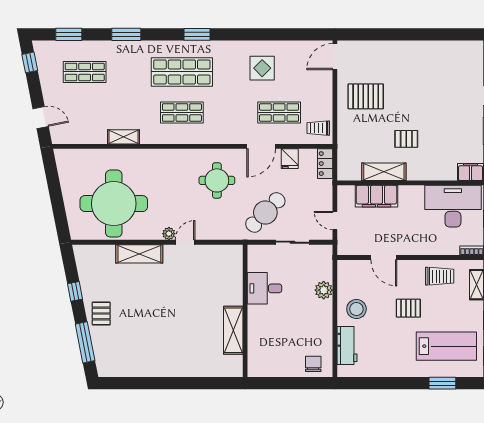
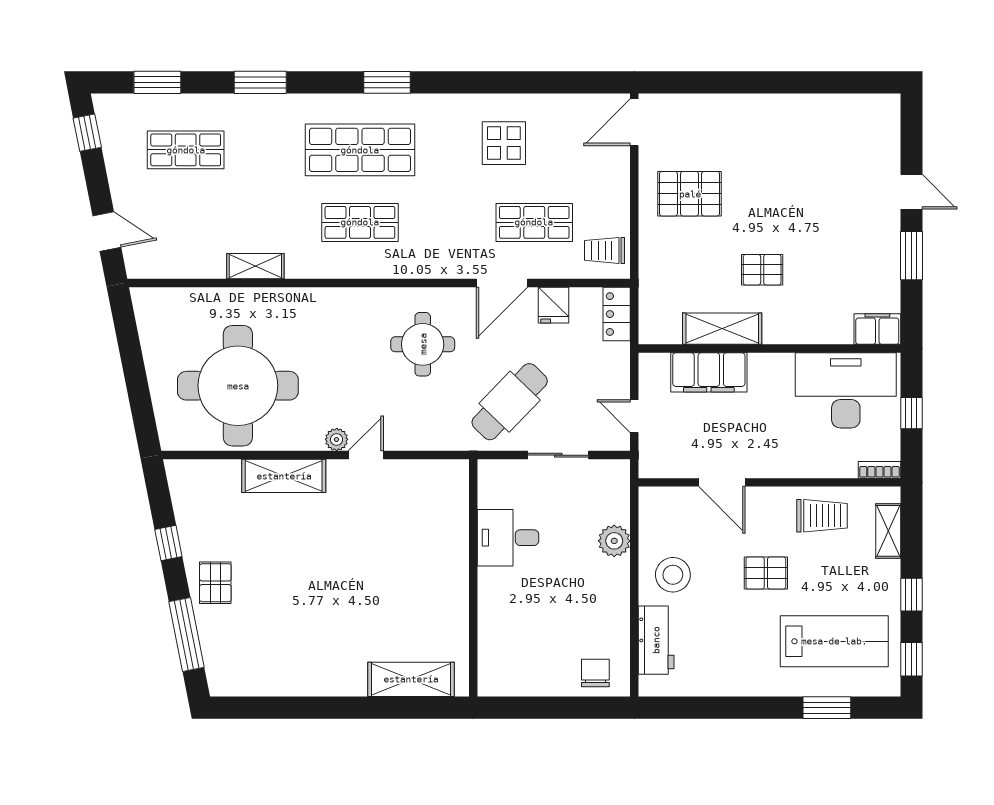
shelving: (233, 330) -> (411, 679), moved, turned 90

